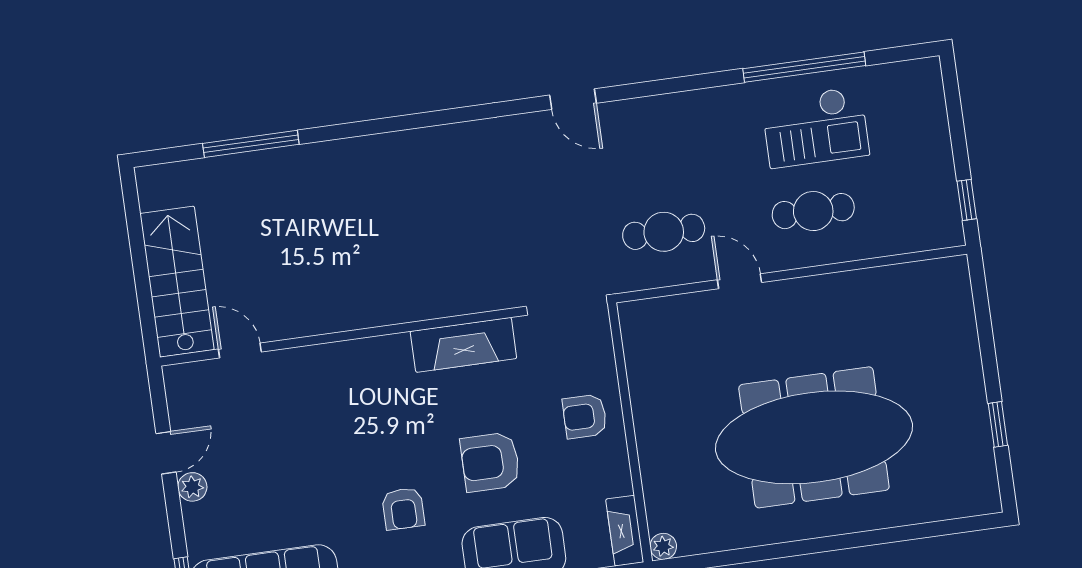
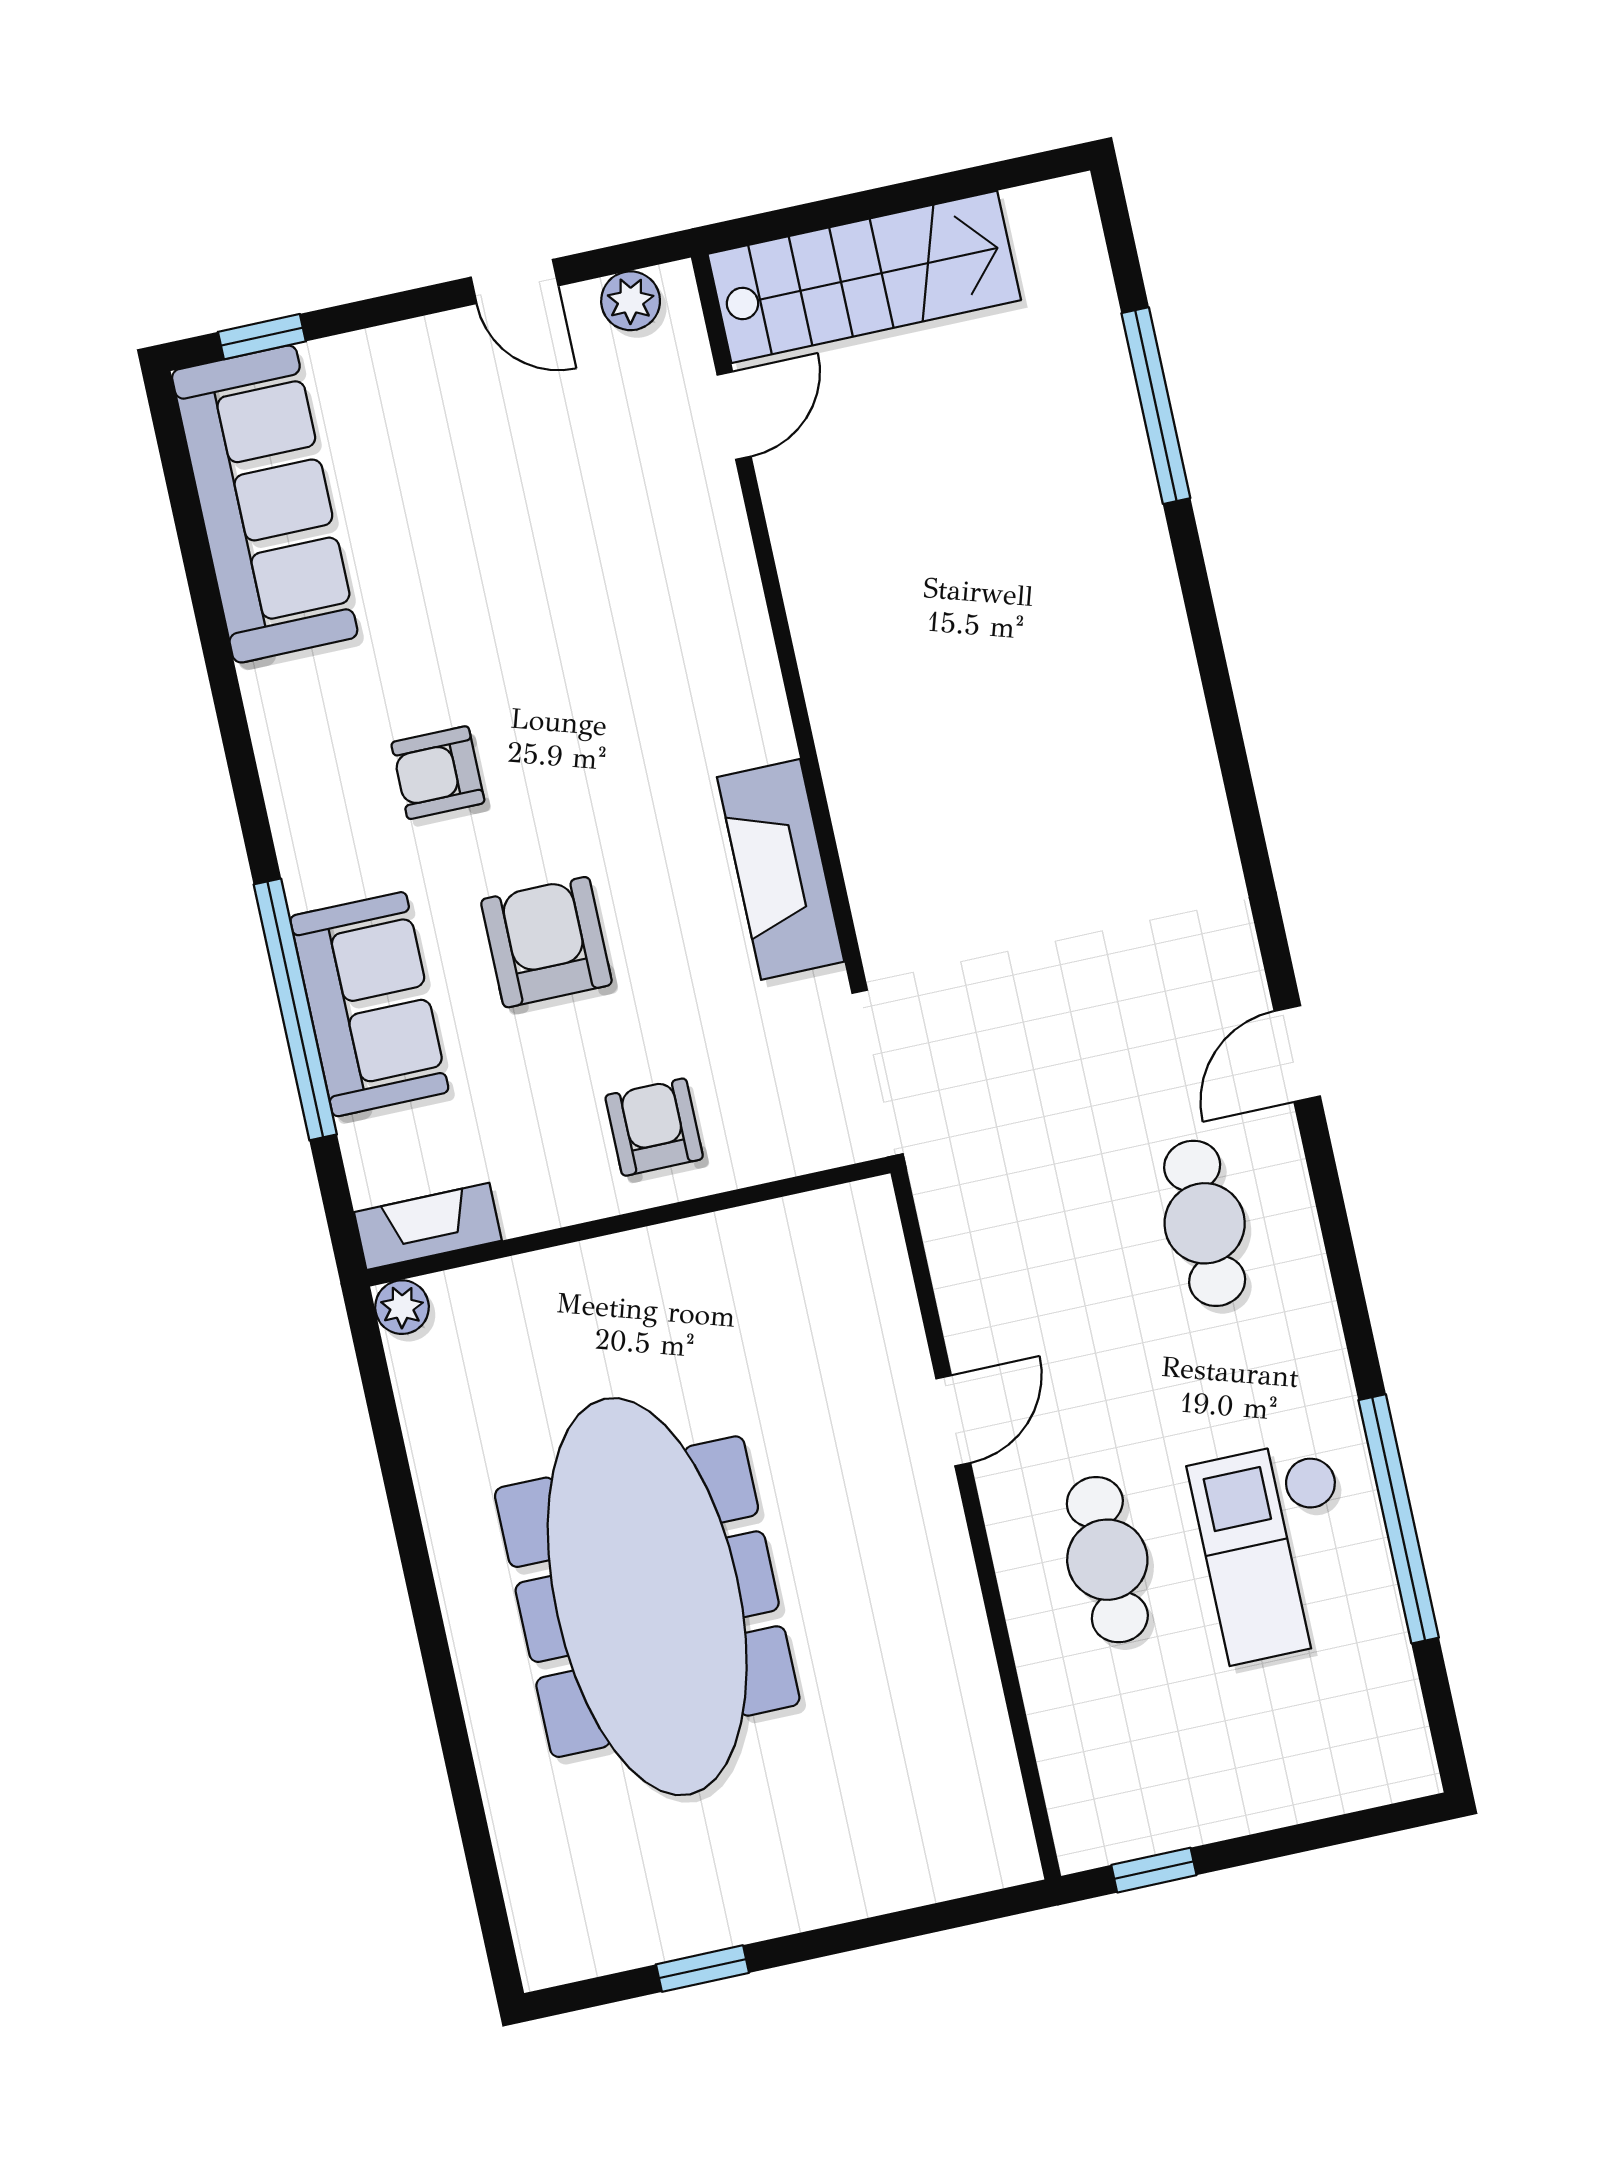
cafe table: (664, 232) -> (1205, 1223), moved
plant: (192, 487) -> (631, 301), moved

